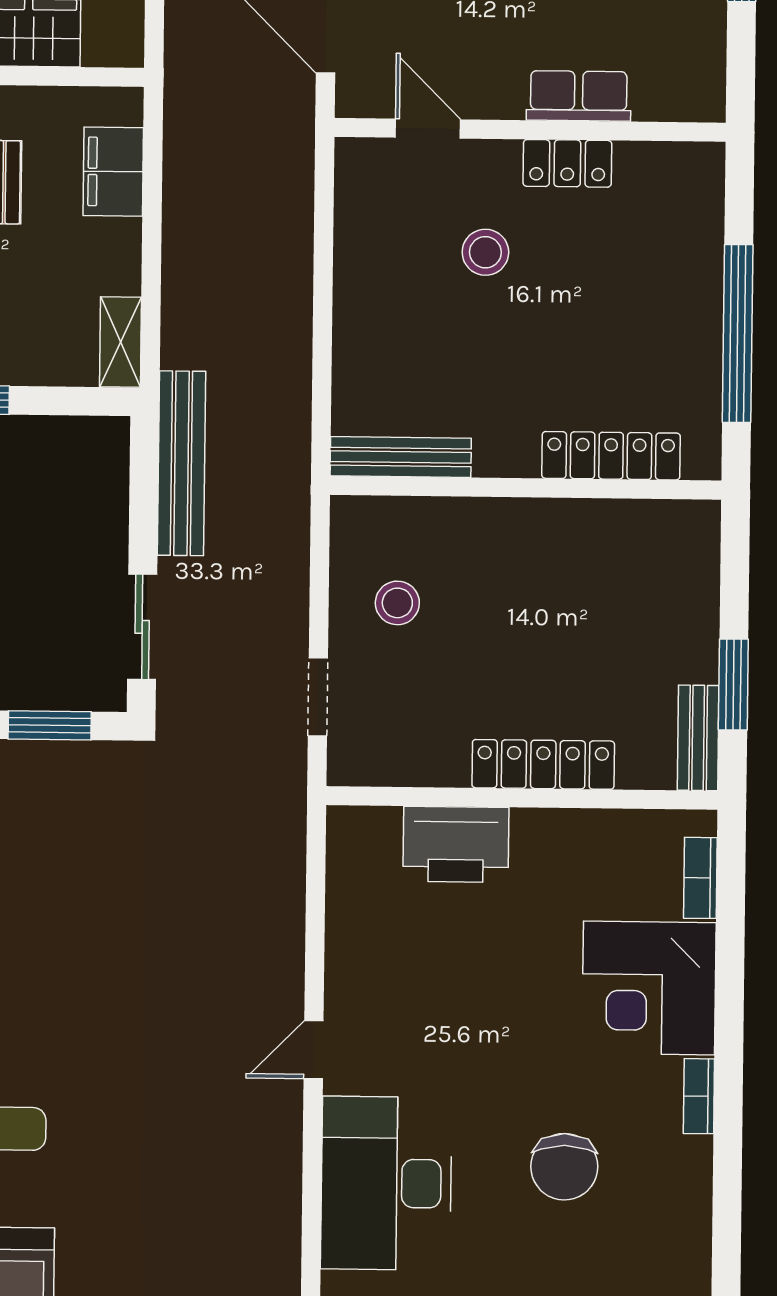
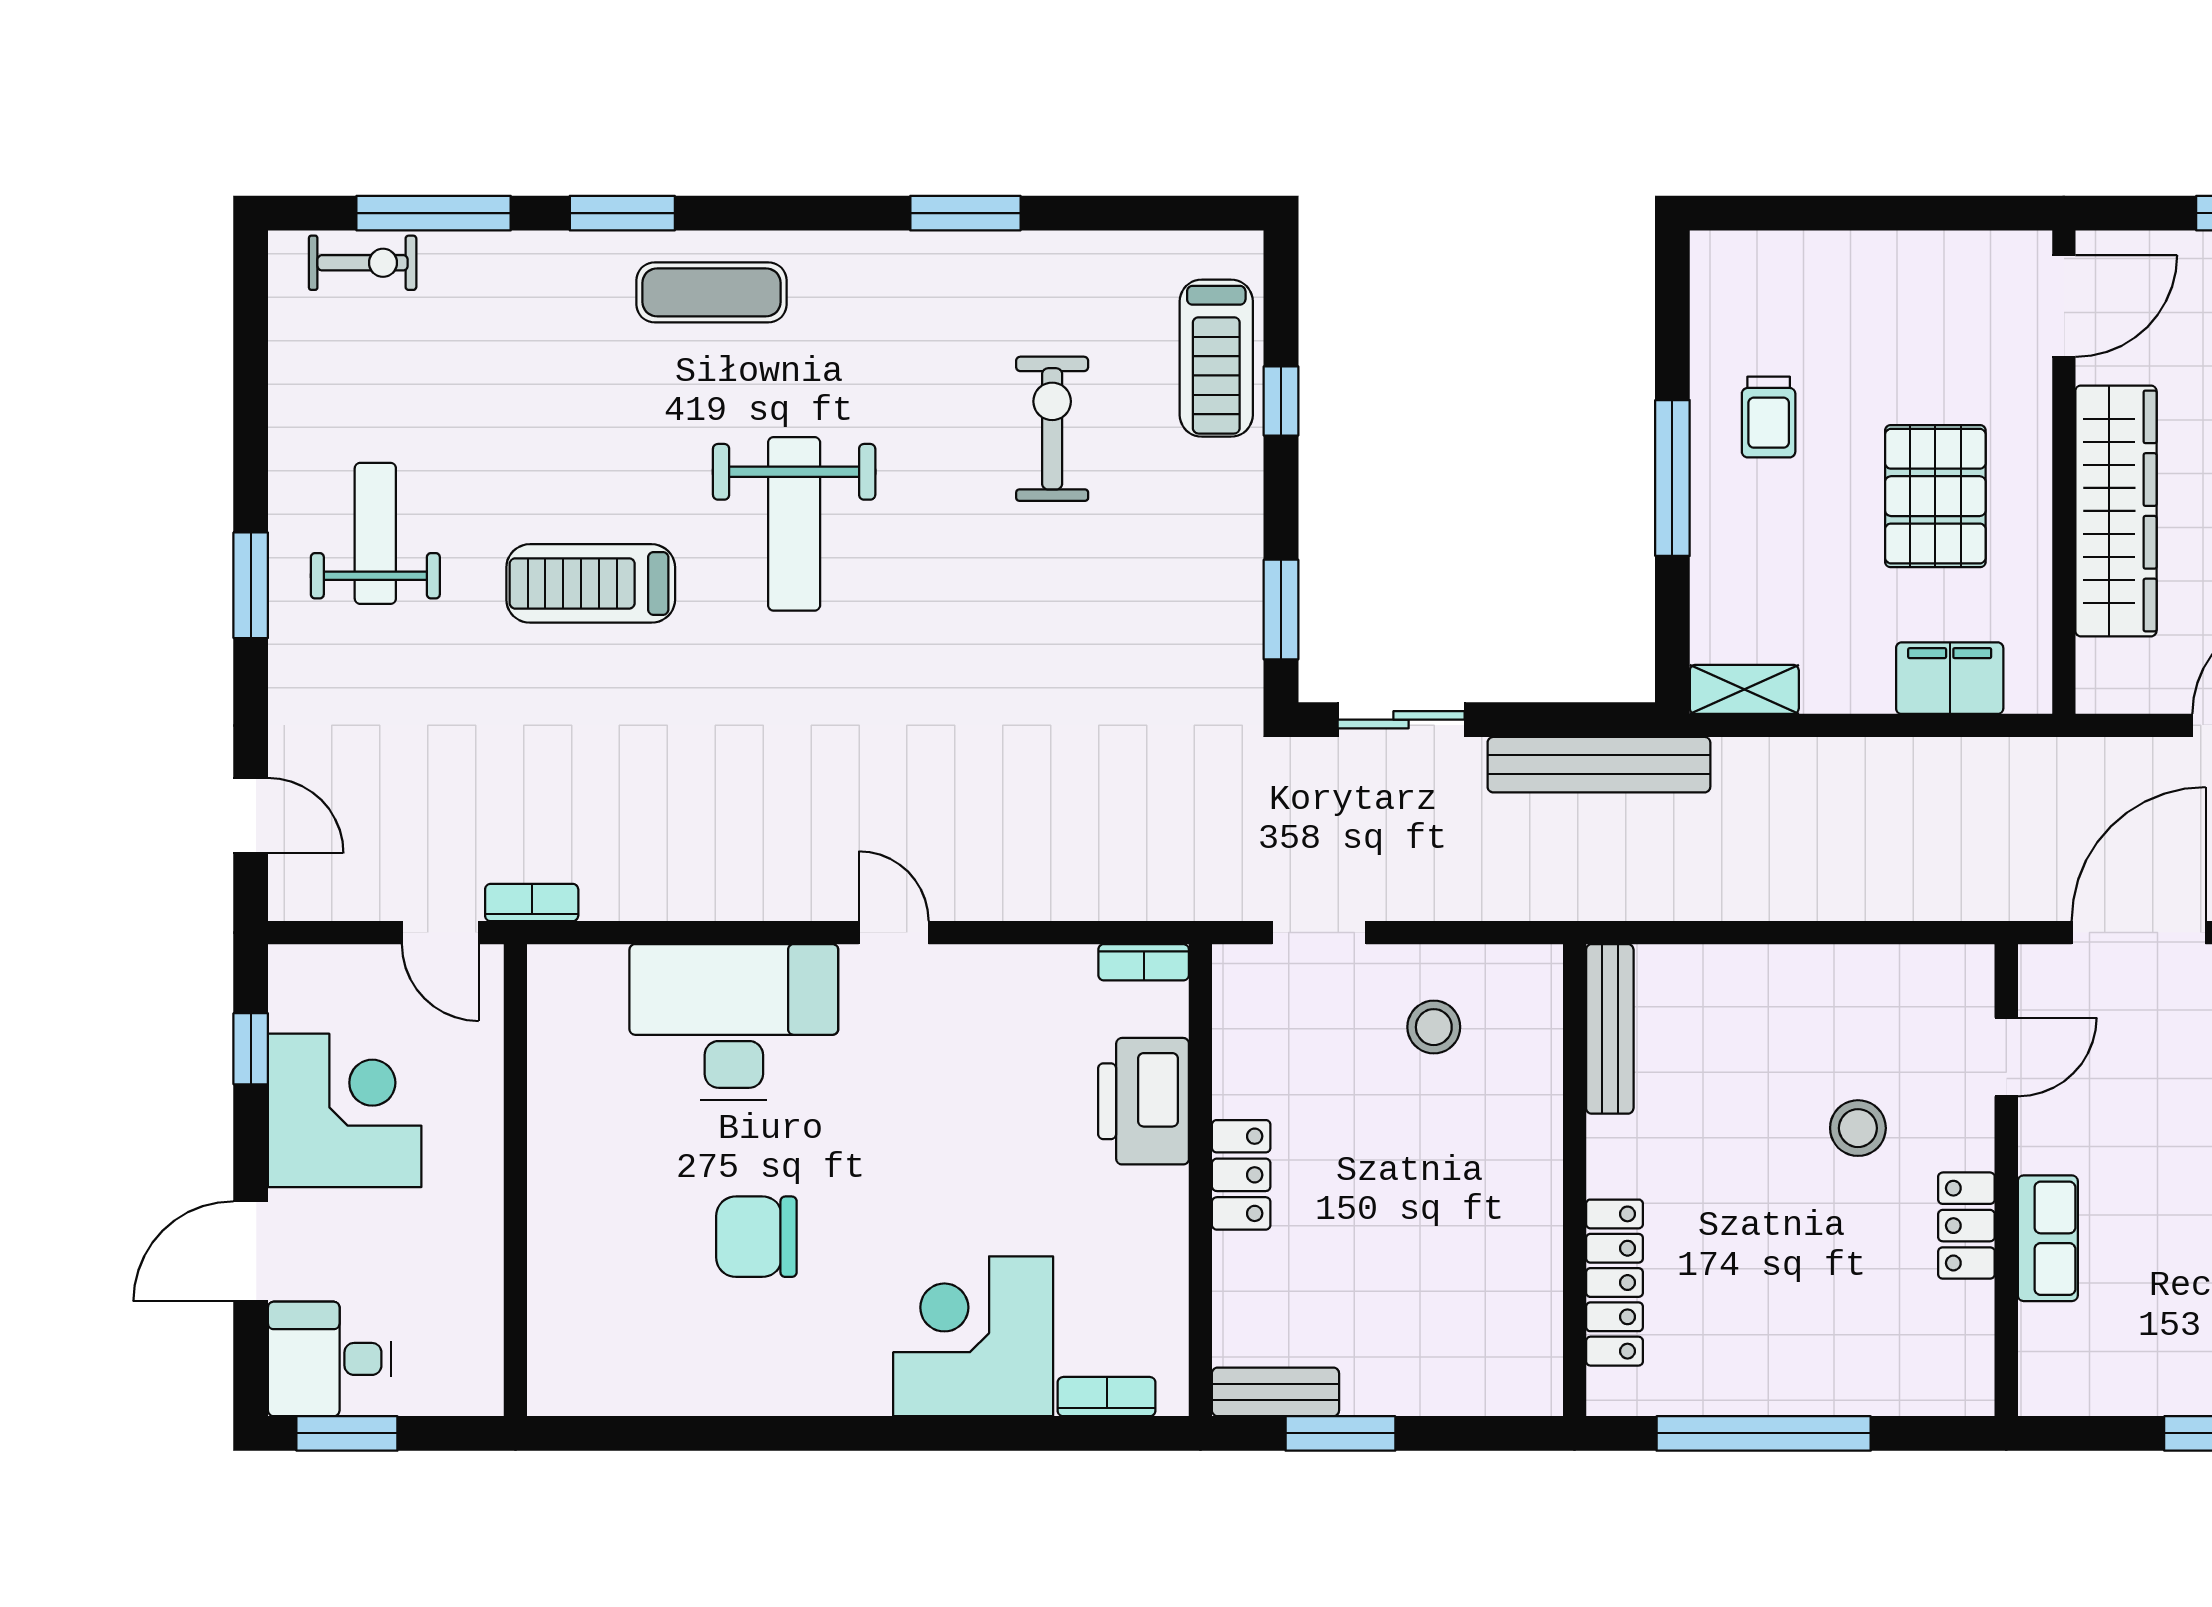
locker: (543, 764) -> (1241, 1175), width x0.66
bookcase: (699, 1096) -> (1144, 962), moved, turned 180

